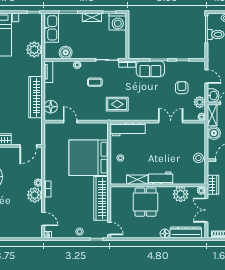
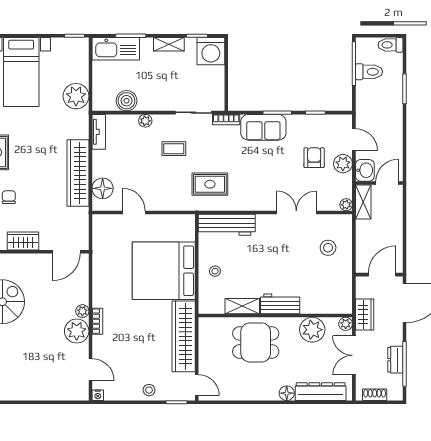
kitchen sink: (51, 28) -> (116, 49), moved, turned 90
plant: (200, 102) -> (343, 164), moved
boiler: (214, 133) -> (366, 231), removed
stool: (198, 158) -> (328, 248), moved
dining table: (146, 202) -> (256, 342), turned 90

